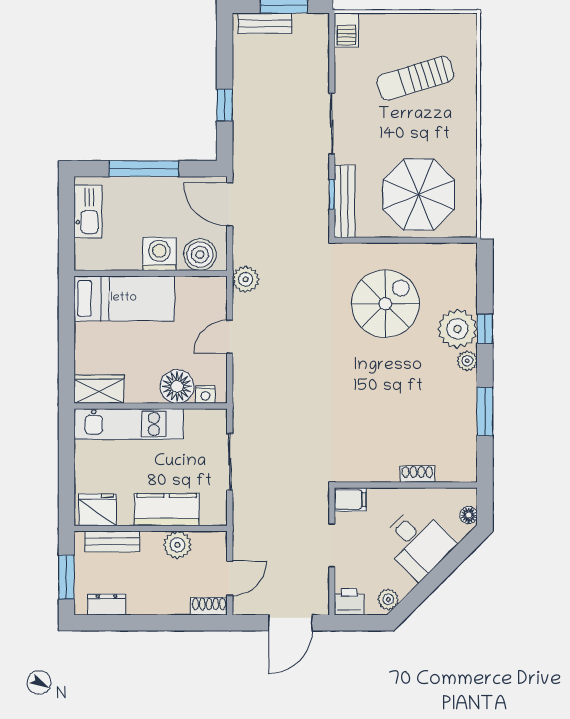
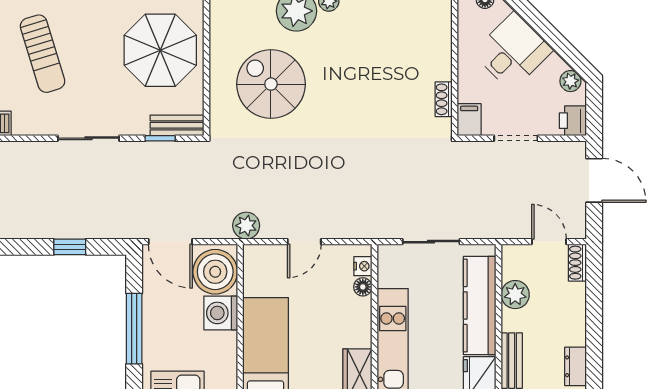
bench: (345, 201) -> (177, 125), width x0.73
door: (230, 204) -> (170, 242), hinge flipped
boiler: (200, 255) -> (215, 272), width x1.37, depth x1.37
door: (230, 337) -> (304, 242), hinge flipped
floor lamp: (177, 386) -> (363, 287), width x0.53, depth x0.53
shoe rack: (417, 474) -> (444, 99), moved
kitchen counter: (167, 510) -> (480, 306), width x1.50

